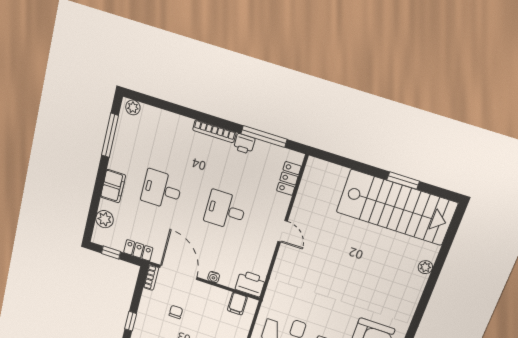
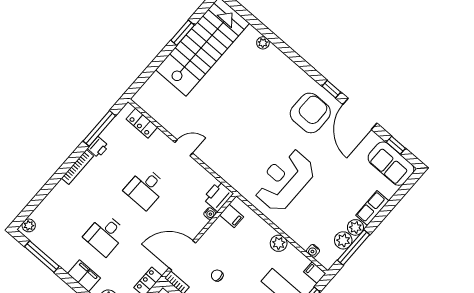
water cooler: (214, 277) -> (210, 214), moved

